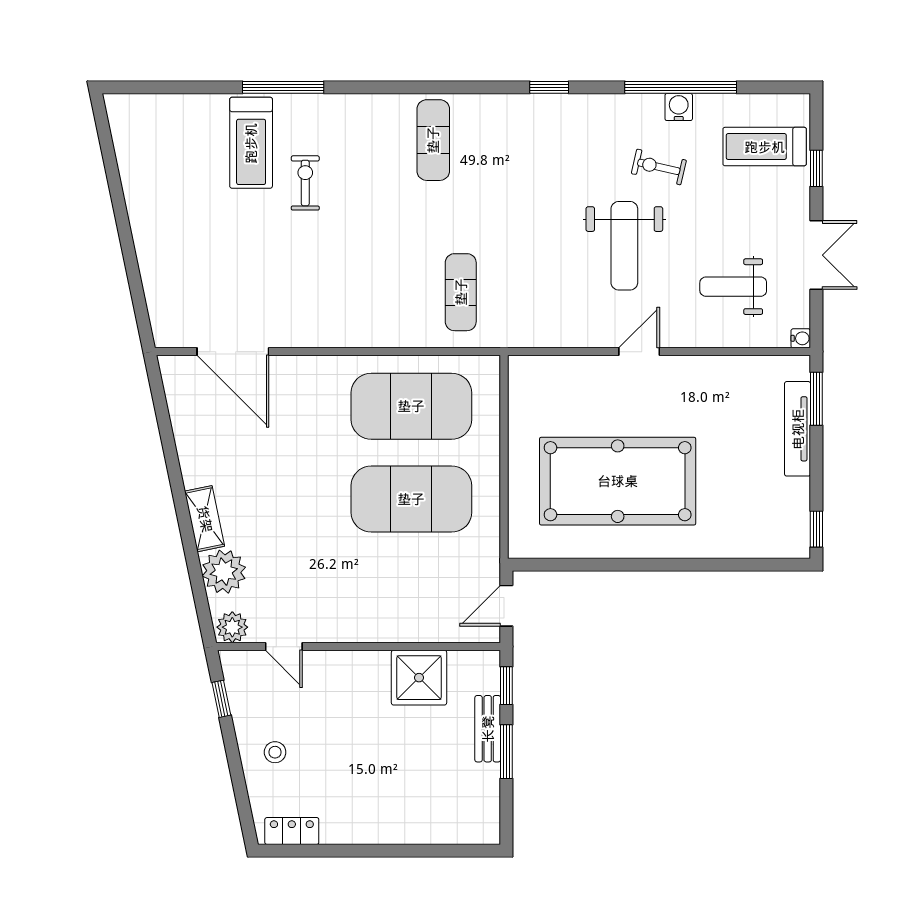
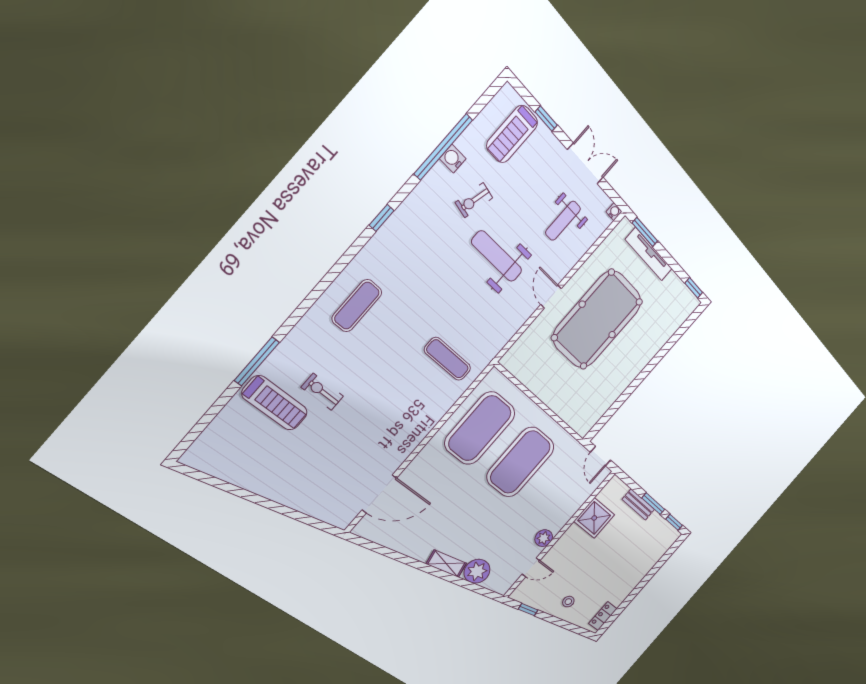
exercise mat: (433, 140) -> (357, 306), turned 90
weight bench: (624, 246) -> (497, 256), turned 180
pool table: (618, 481) -> (597, 320), moved
plant: (232, 627) -> (544, 538), moved
window: (506, 686) -> (674, 522), moved

